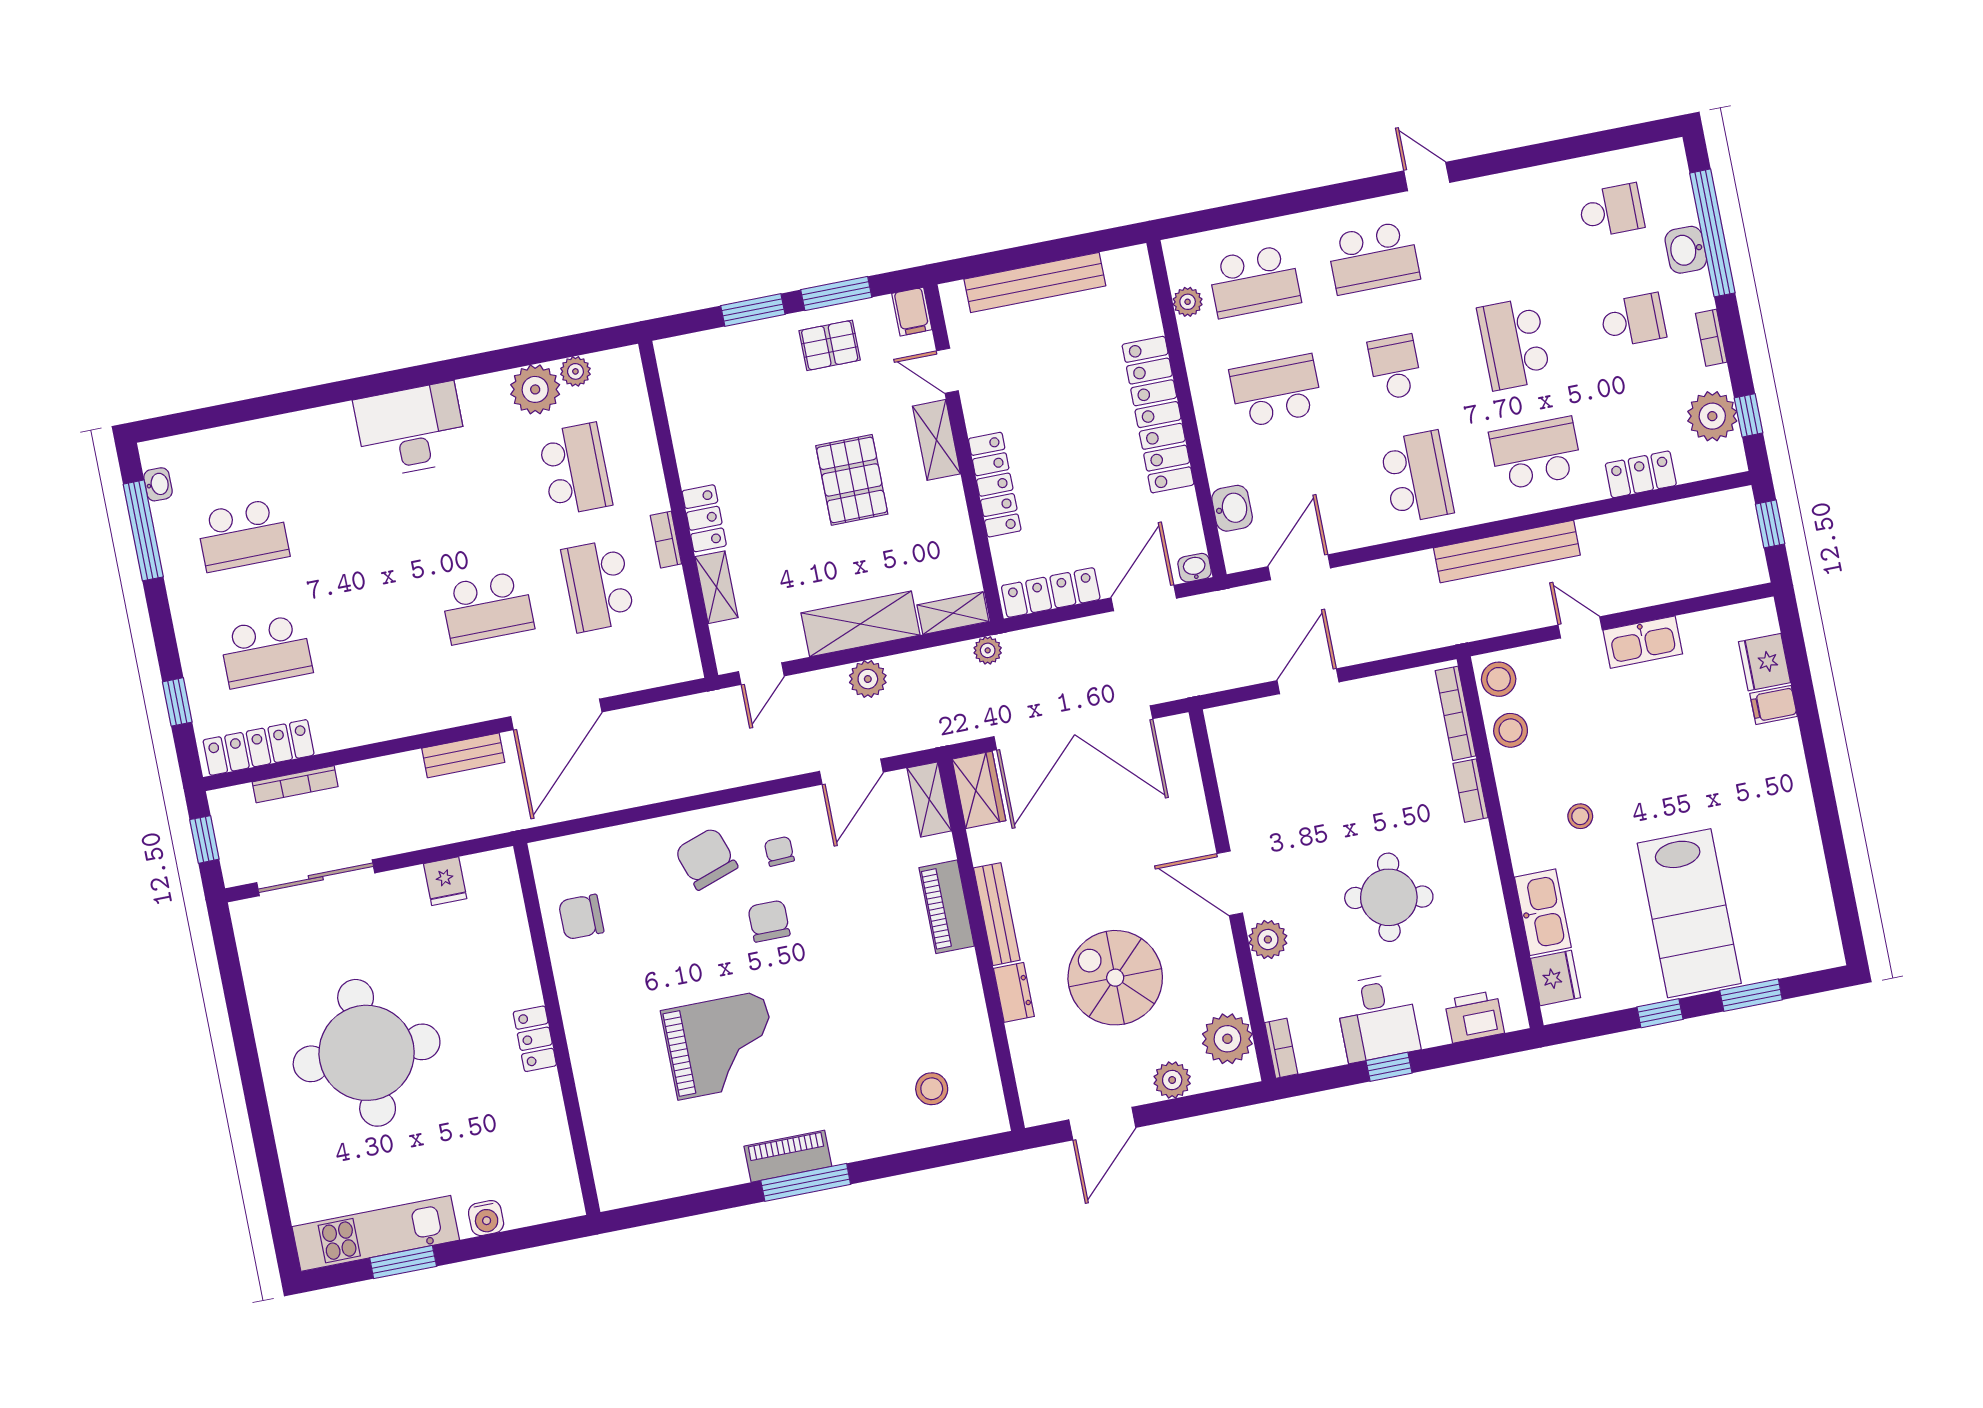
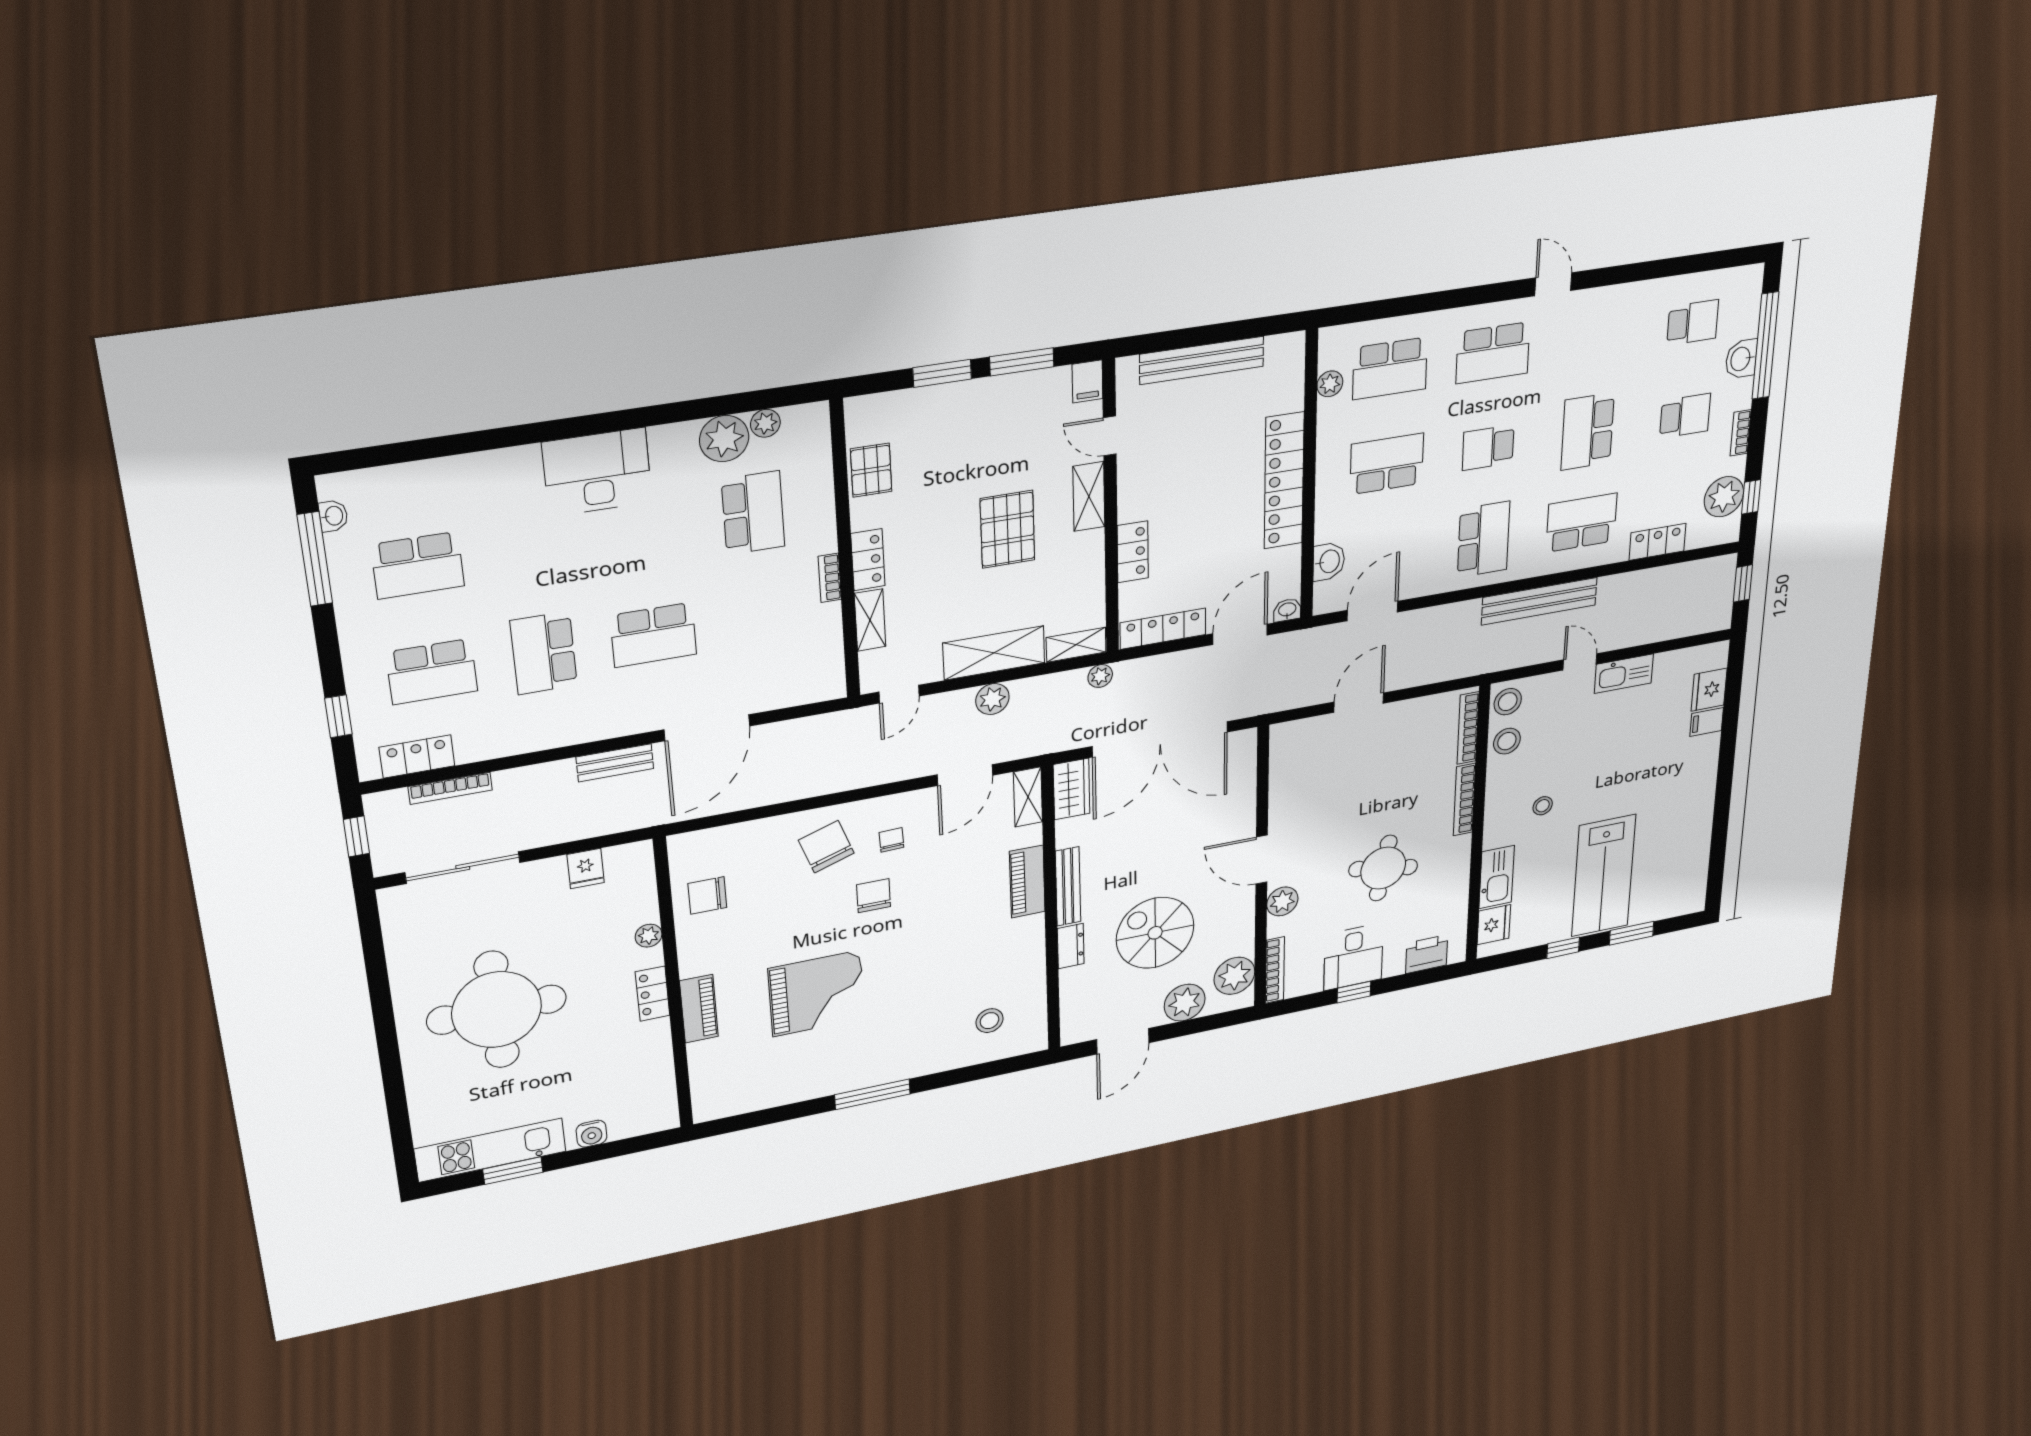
pallet: (830, 345) -> (871, 470), moved, turned 90
school desk: (1395, 367) -> (1488, 448), turned -90
locker: (995, 485) -> (1133, 552), width x0.66
school desk: (598, 586) -> (544, 653), moved
locker: (259, 747) -> (417, 757), width x0.66
bookcase: (1471, 791) -> (1464, 800), width x1.56
plant: (522, 965) -> (649, 936), added
bookcase: (1281, 1048) -> (1275, 970), width x1.56
plant: (1172, 1080) -> (1185, 1003), width x1.36, depth x1.36
piano: (788, 1156) -> (699, 1009), moved, turned 90

